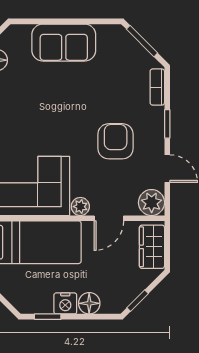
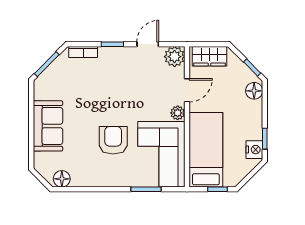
armchair: (116, 141) -> (113, 140), moved, turned 90
door: (109, 218) -> (187, 90), hinge flipped
nightstand: (65, 303) -> (254, 150), moved
floor lamp: (89, 303) -> (254, 91), moved

